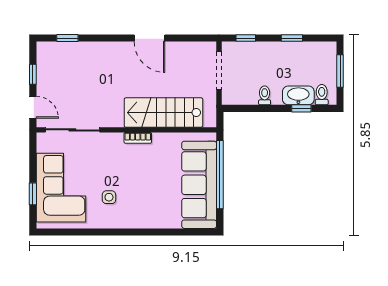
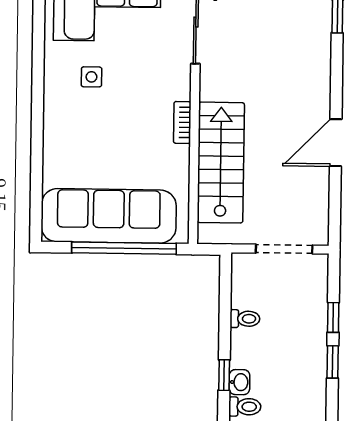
window: (246, 38) -> (333, 317), moved
washbasin: (298, 95) -> (239, 382), width x0.52, depth x0.69

